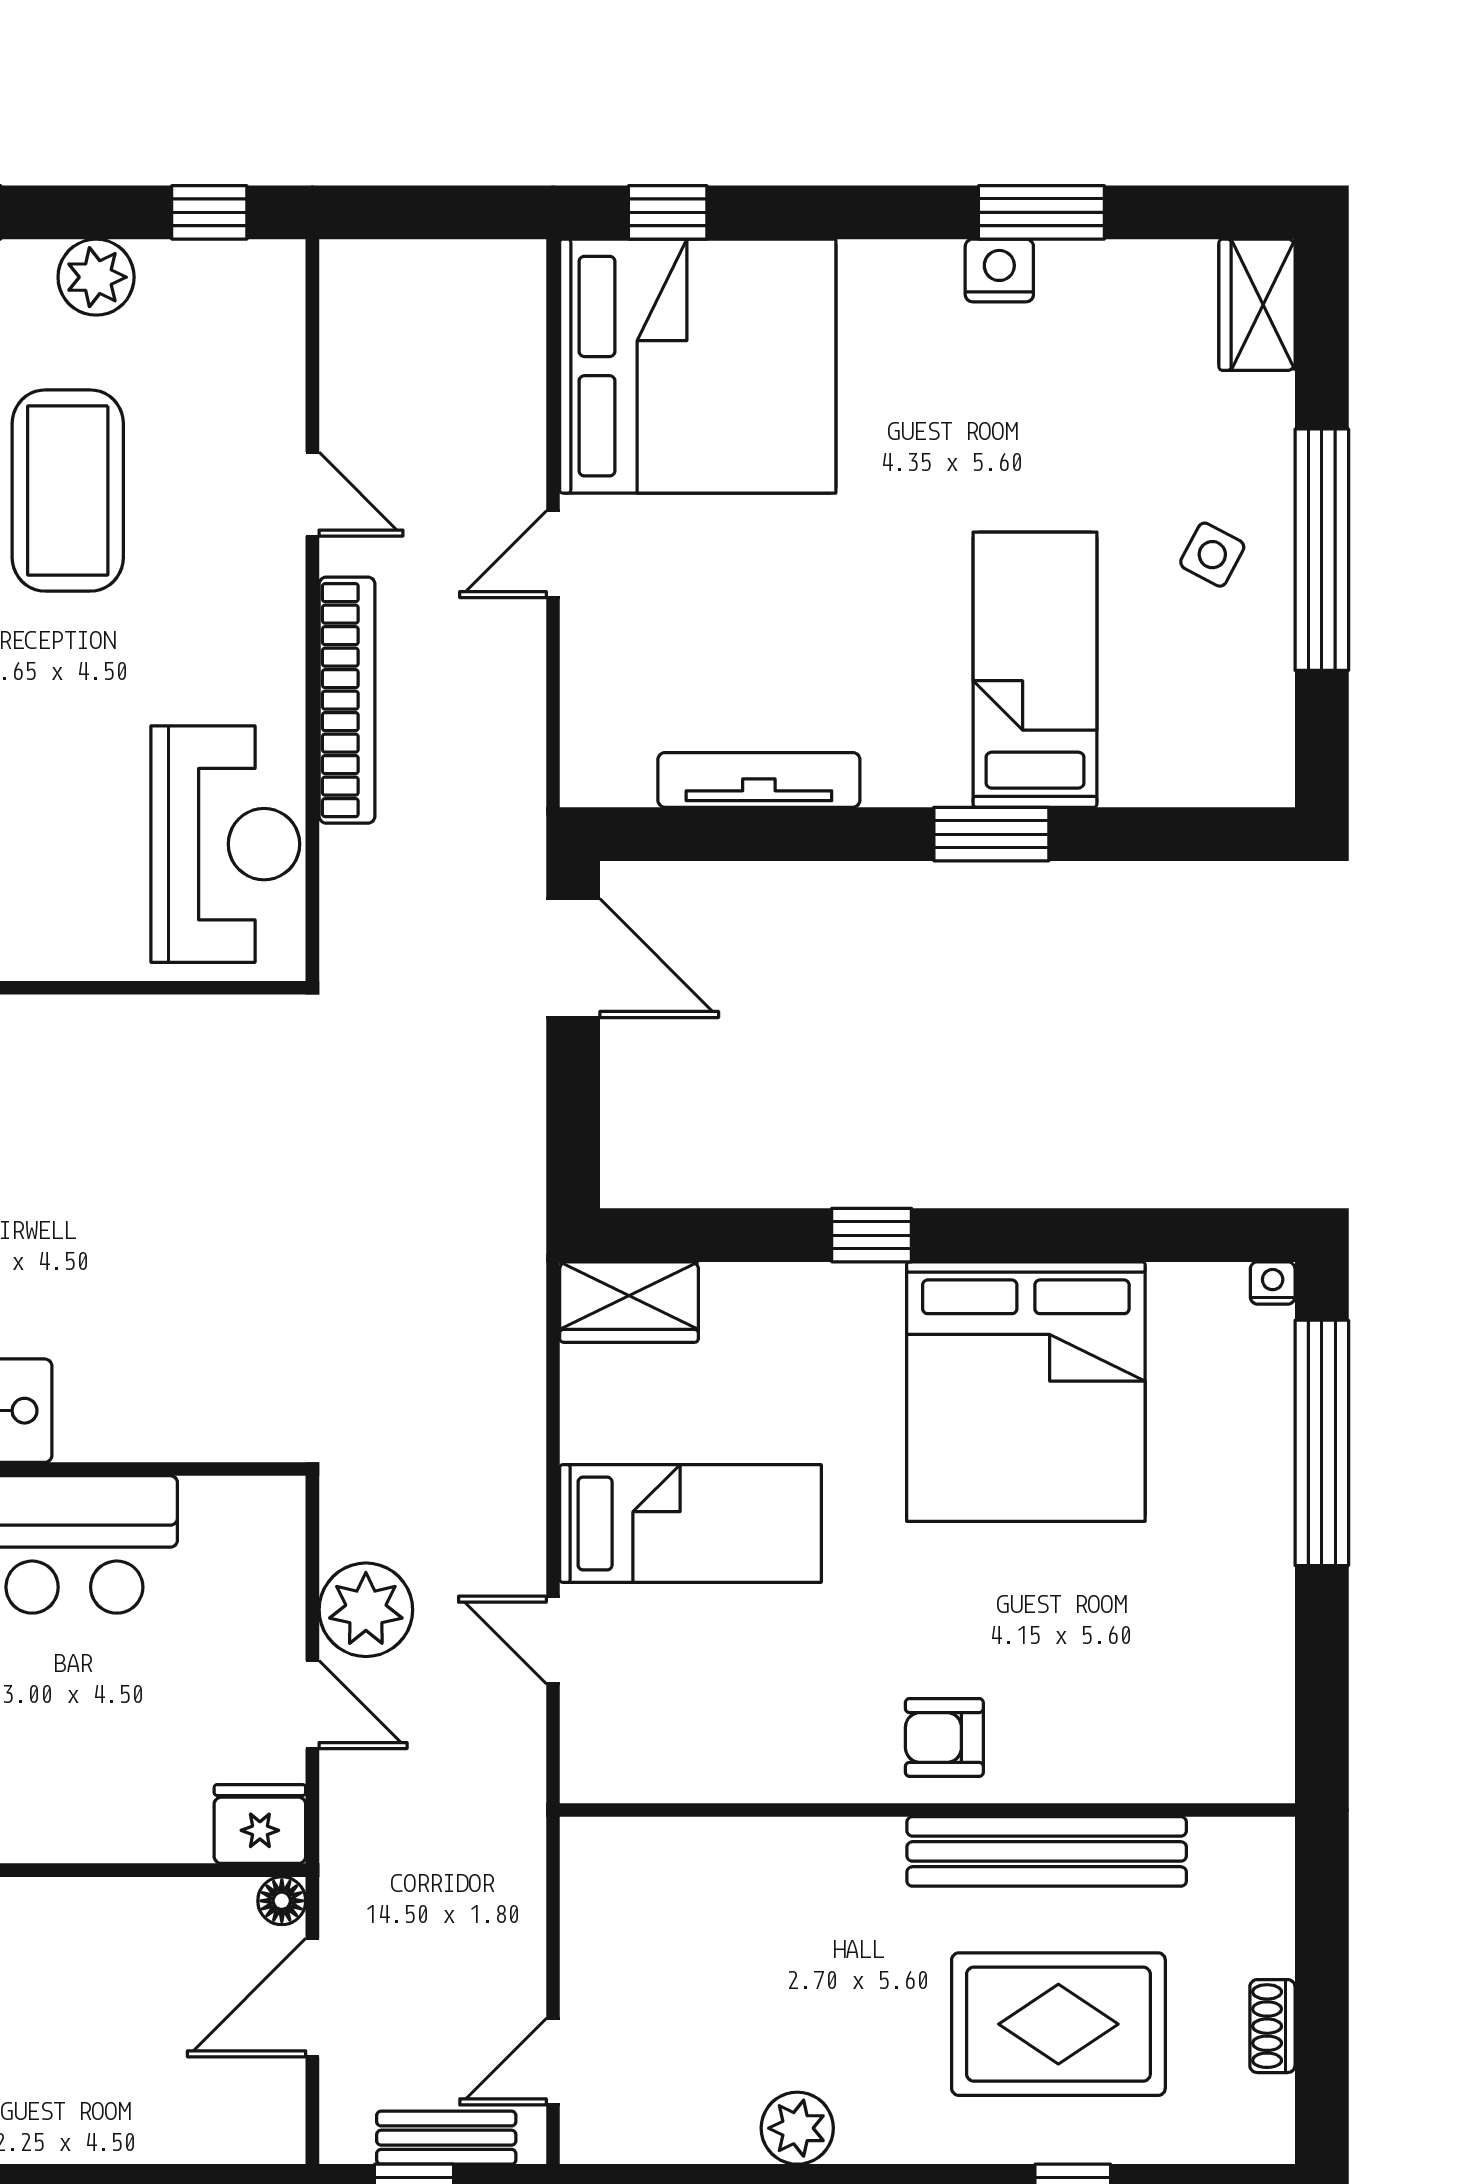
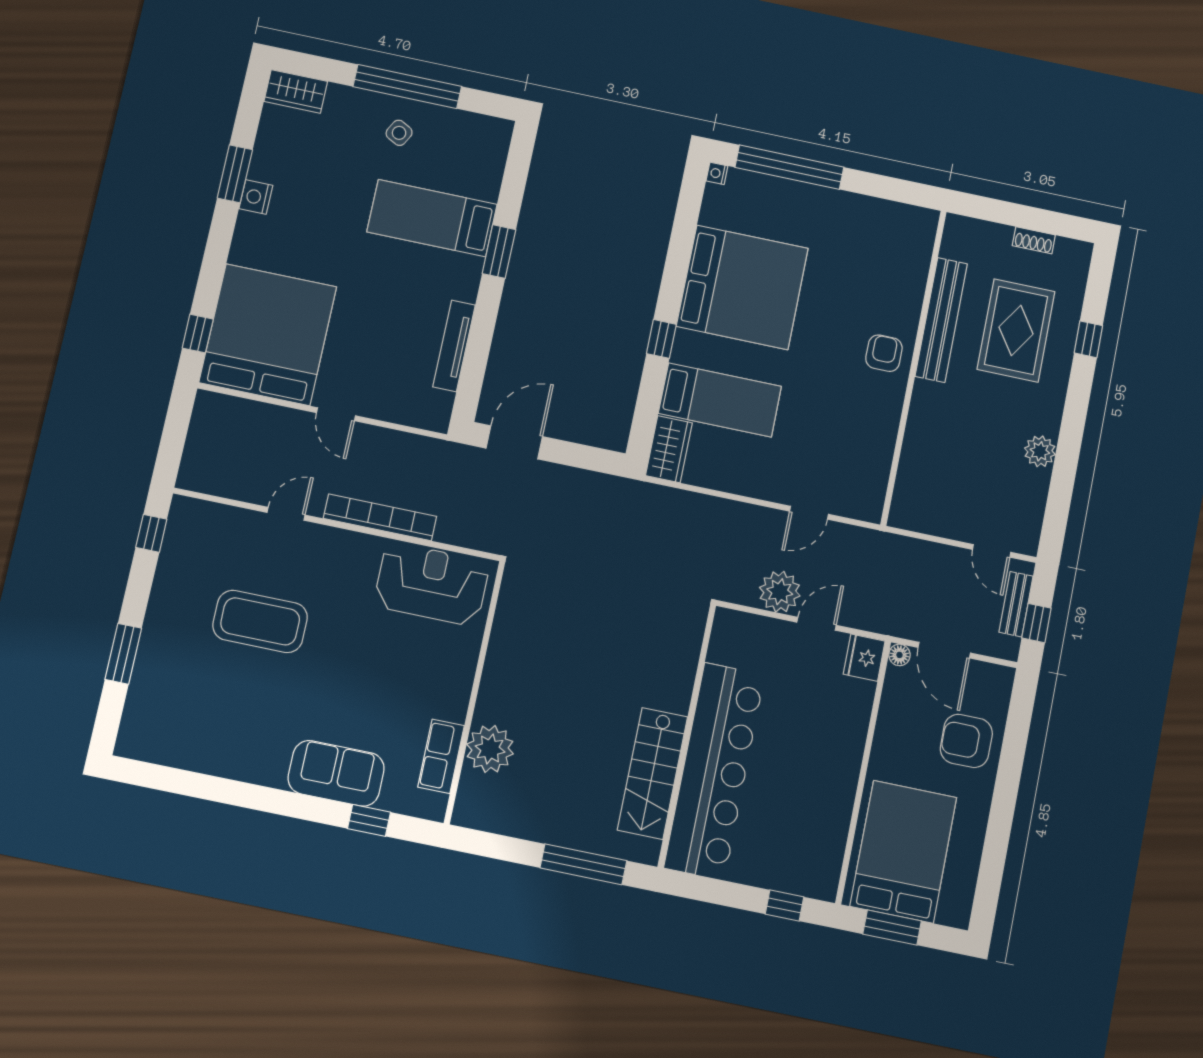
plant: (96, 277) -> (168, 589), removed
bed: (691, 1524) -> (720, 400), moved, turned 90
armchair: (944, 1737) -> (884, 353), turned 180
armchair: (125, 2084) -> (966, 741), added

